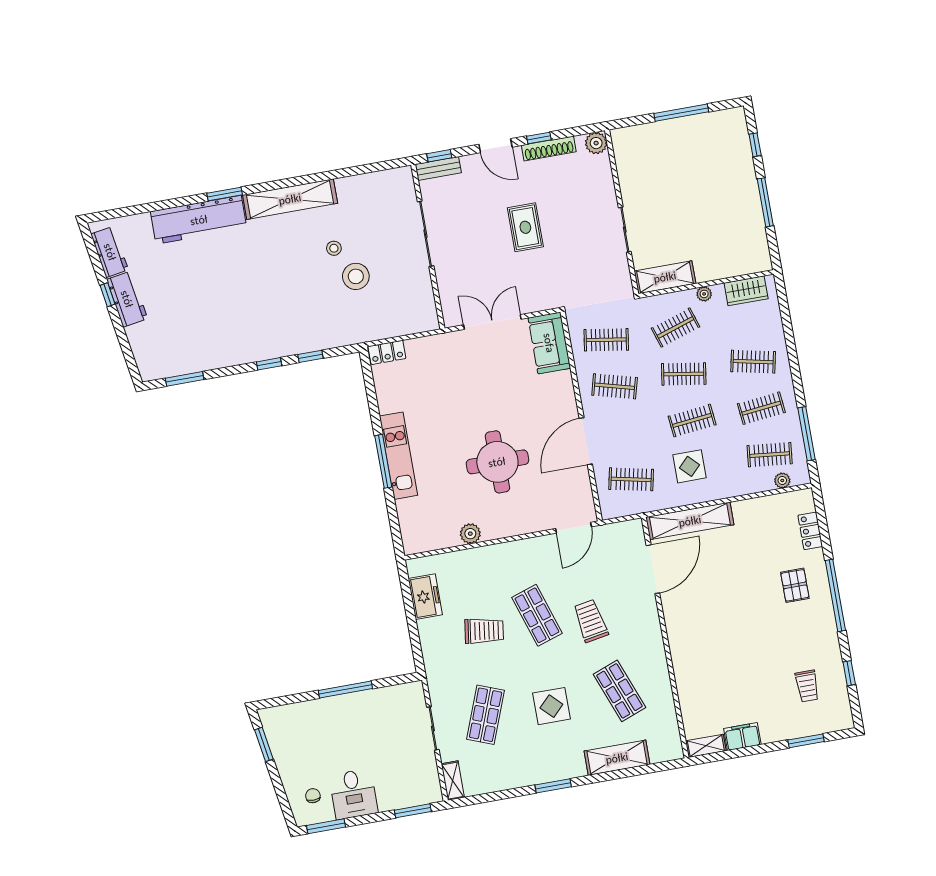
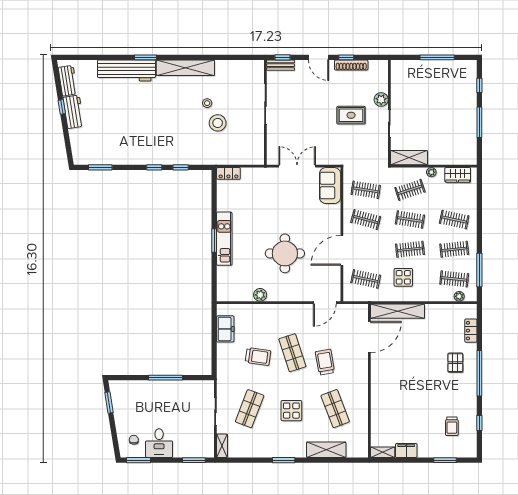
plant: (596, 143) -> (381, 100), moved
rug: (525, 227) -> (351, 115), moved, turned 90
window: (383, 461) -> (214, 240), width x0.69

